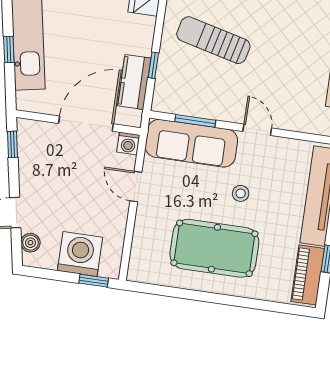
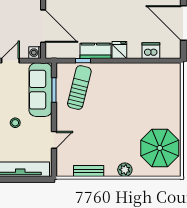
sun lounger: (213, 40) -> (79, 87), moved
kitchen counter: (134, 82) -> (96, 51), moved
door: (257, 130) -> (54, 140), moved

